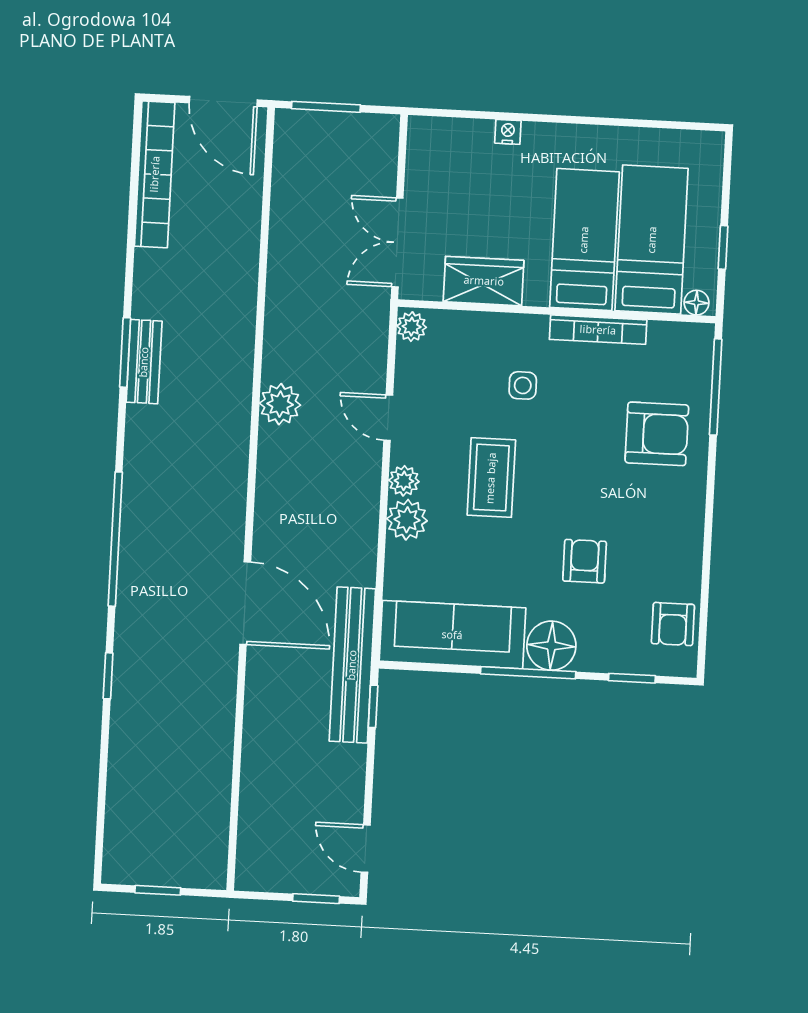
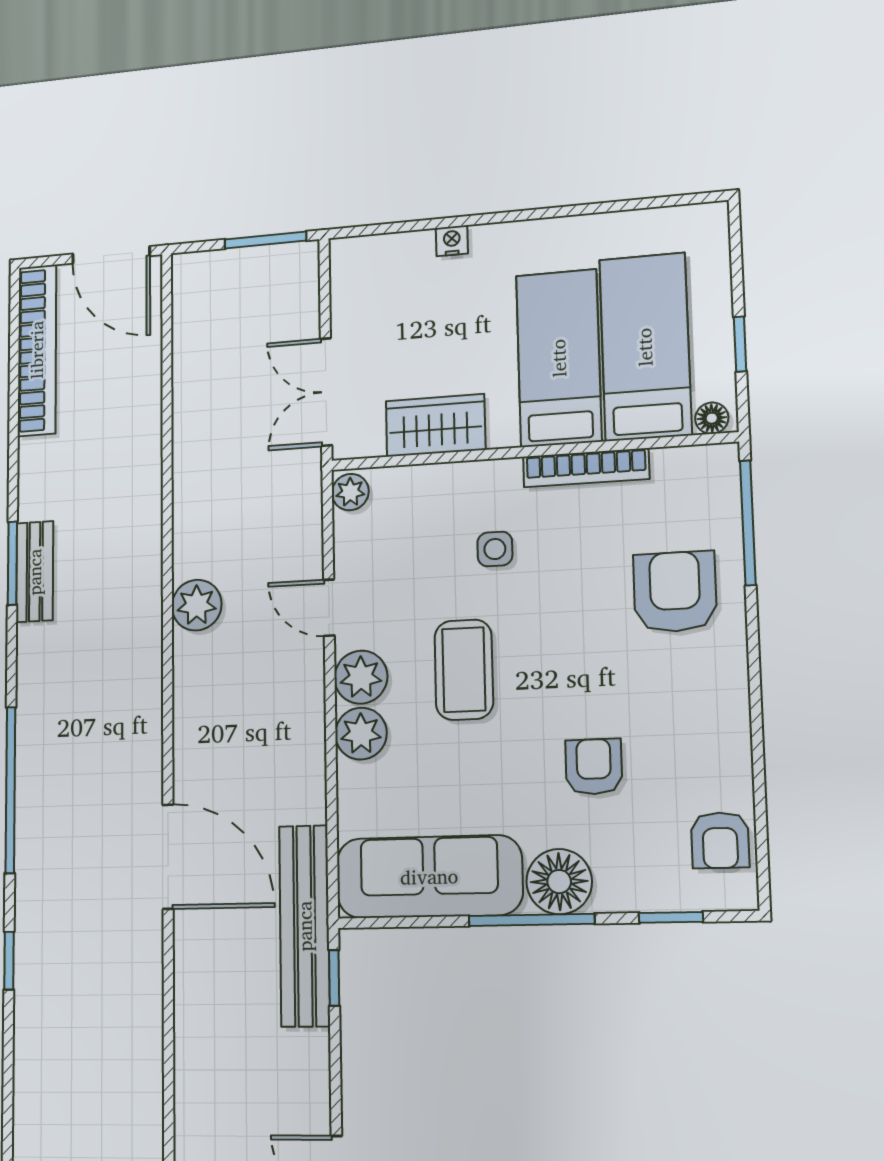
window: (326, 107) -> (265, 240), moved
armchair: (657, 434) -> (675, 592), turned -90
plant: (404, 481) -> (361, 677), width x1.38, depth x1.38

